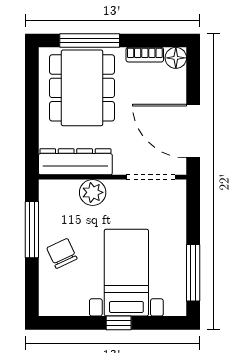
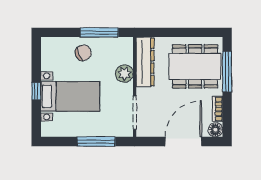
door: (193, 131) -> (183, 141), moved
window: (193, 273) -> (96, 141), moved

